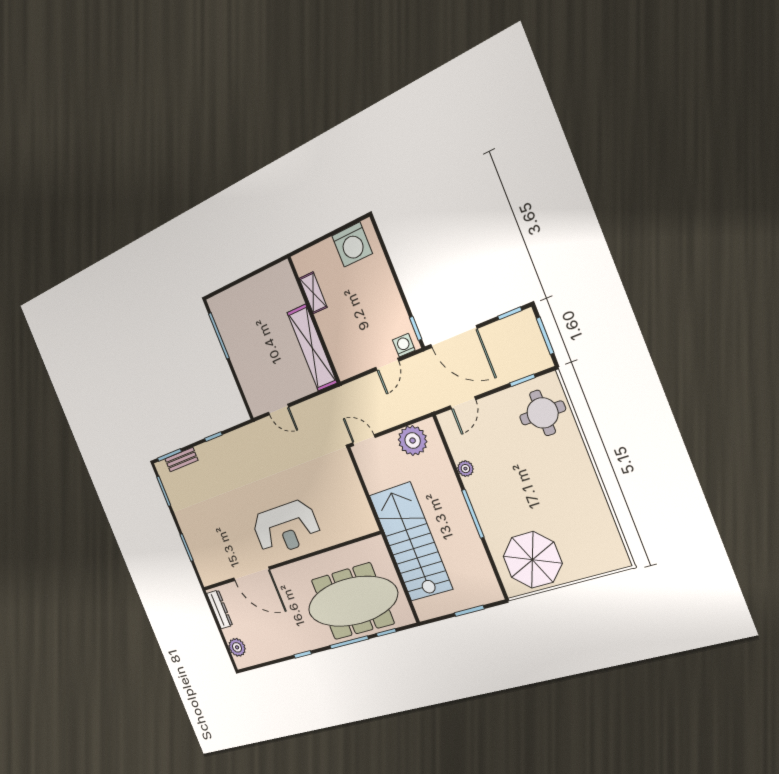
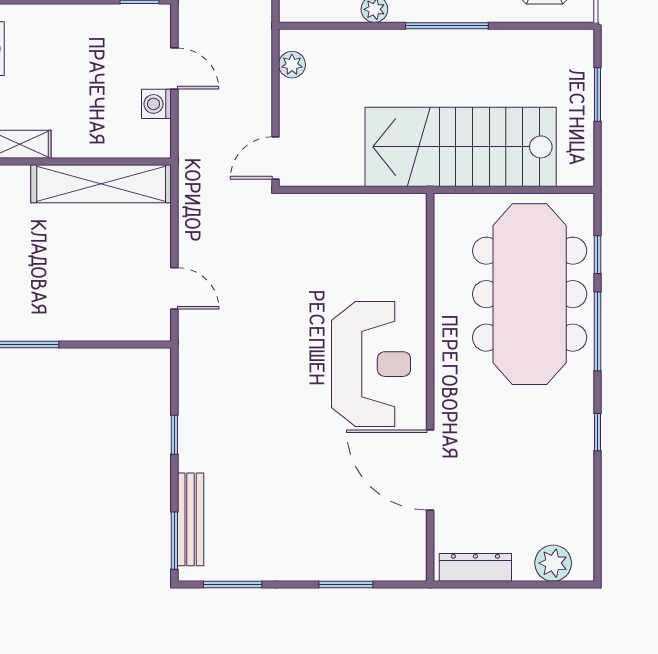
washing machine: (404, 345) -> (156, 104), moved
door: (278, 410) -> (174, 288), hinge flipped
plant: (413, 441) -> (292, 65), width x0.53, depth x0.53
bench: (181, 460) -> (191, 519), width x1.36
door: (251, 574) -> (430, 470), swing flipped

